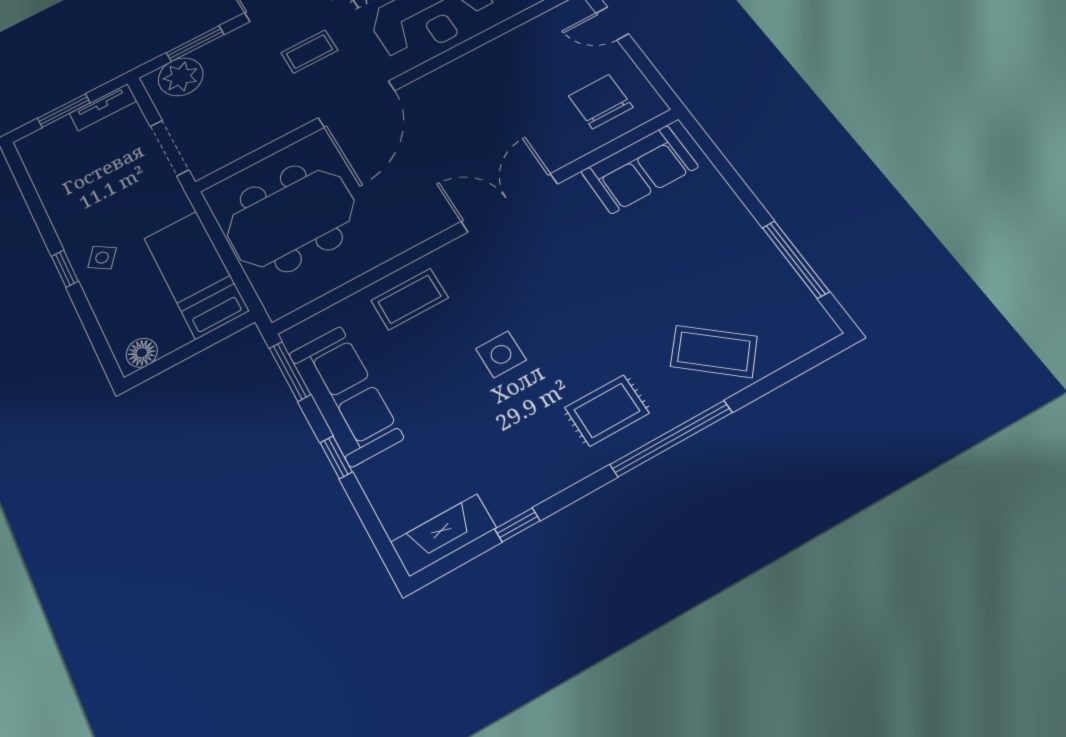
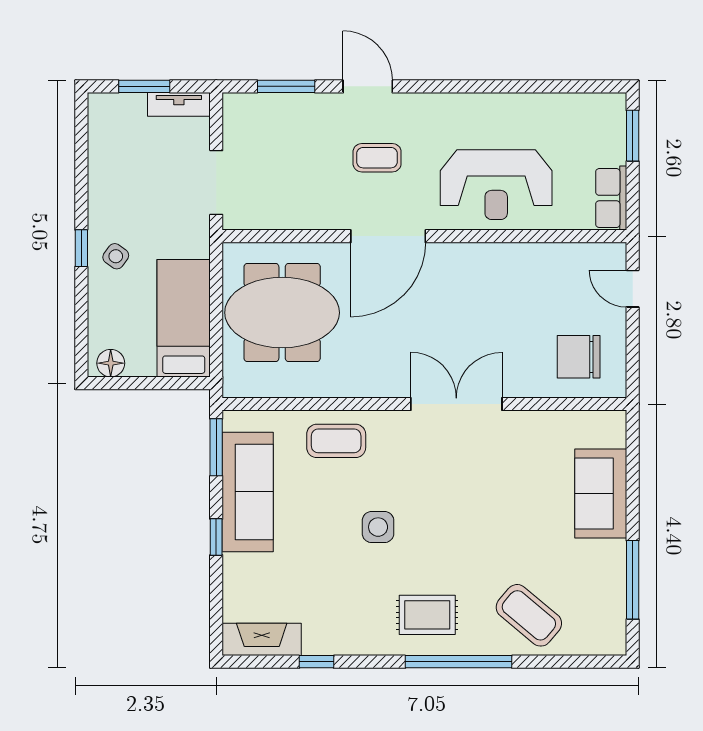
plant: (181, 77) -> (258, 114), removed
chair: (601, 102) -> (579, 357), turned -90
sofa: (640, 169) -> (601, 494), moved, turned 90

